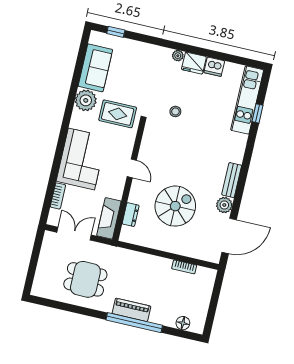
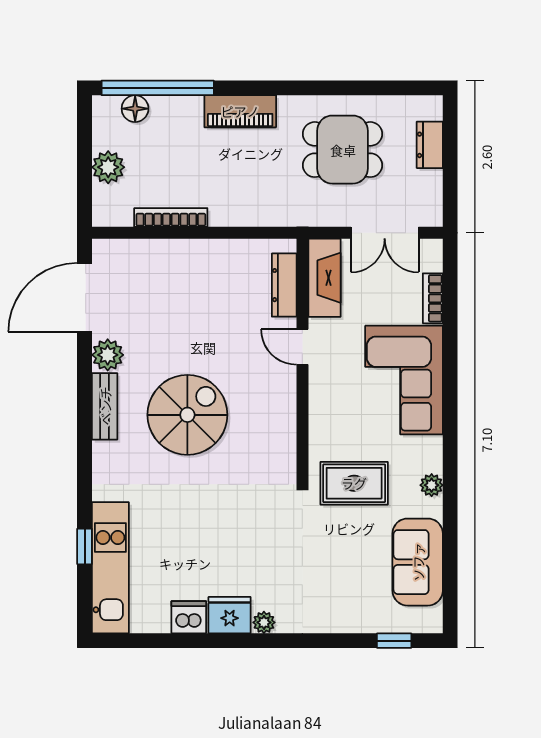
plant: (86, 100) -> (432, 485), width x0.53, depth x0.53
stool: (175, 112) -> (244, 514), removed
door: (132, 168) -> (302, 347), moved
spiral stairs: (175, 206) -> (187, 415), moved, turned 180
dresser: (131, 215) -> (284, 285), width x1.44
bookcase: (184, 267) -> (171, 217), width x1.56
dresser: (42, 272) -> (430, 145), added
plant: (203, 297) -> (108, 167), added
window: (134, 323) -> (158, 88), moved

